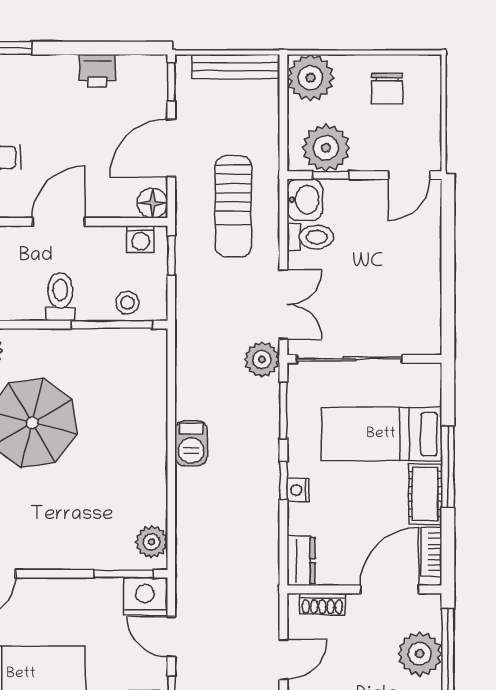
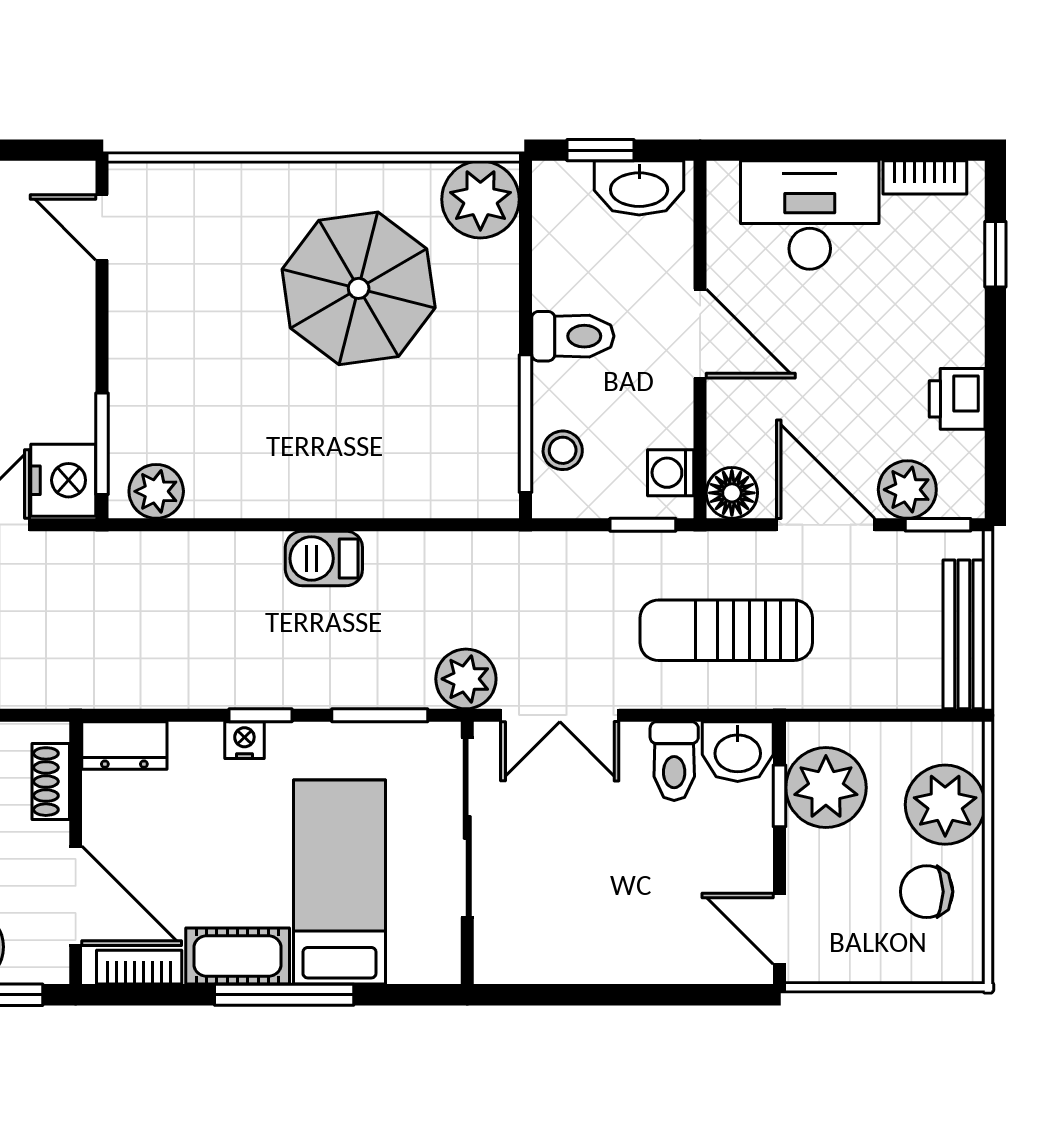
plant: (310, 78) -> (945, 805), moved
plant: (151, 100) -> (907, 490), added

